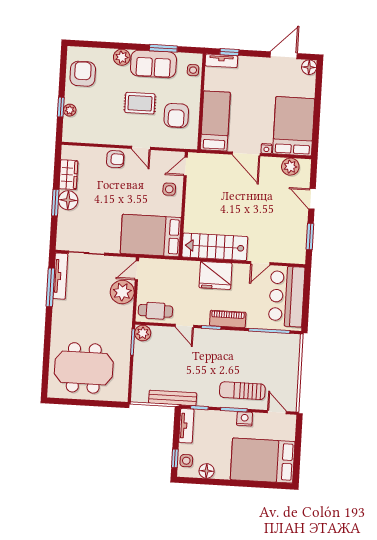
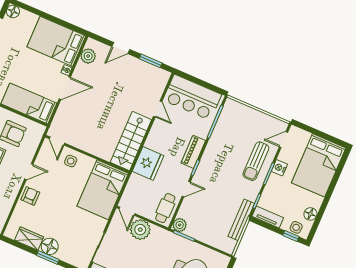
fridge: (216, 275) -> (148, 163), moved

